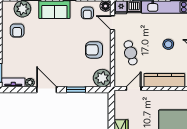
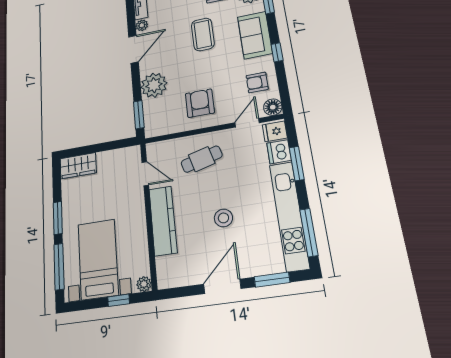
coffee table: (46, 43) -> (203, 34), added
plant: (102, 78) -> (154, 85), moved
window: (76, 90) -> (139, 115), moved

